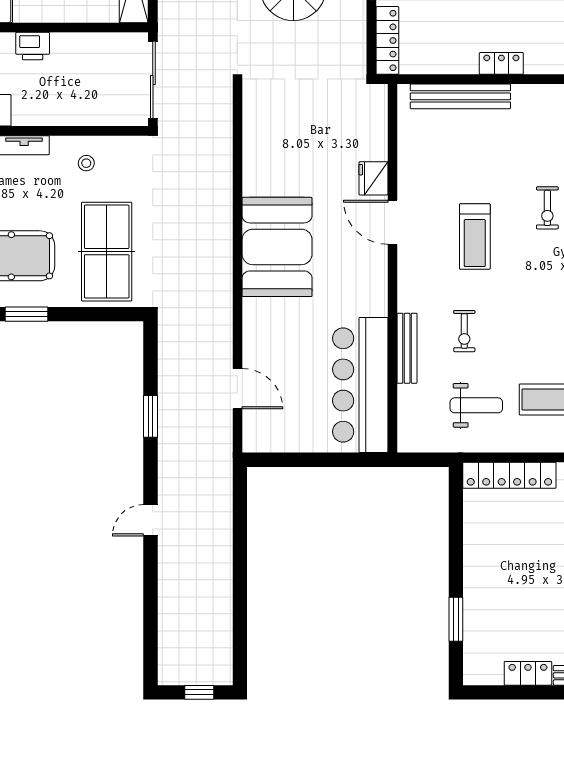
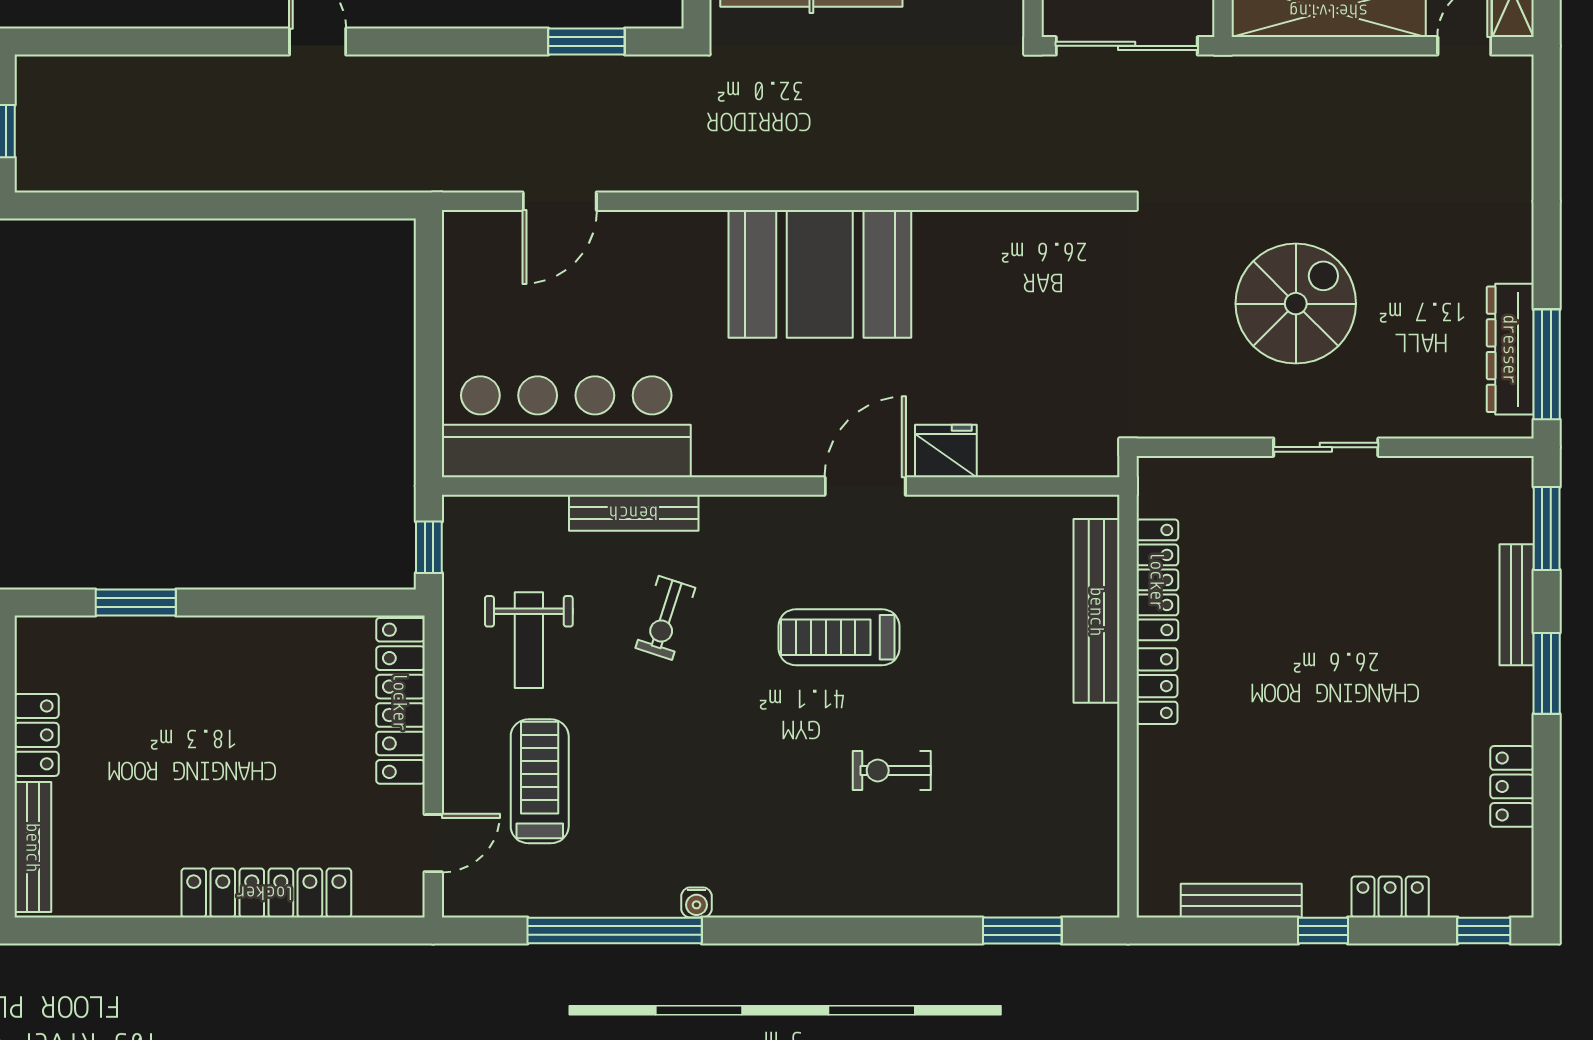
locker: (387, 40) -> (1157, 580), moved, turned -90
exercise bike: (464, 331) -> (665, 618), turned -72
window: (151, 416) -> (586, 42), moved
window: (426, 460) -> (429, 547), added

